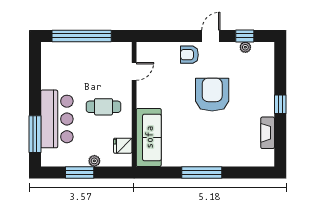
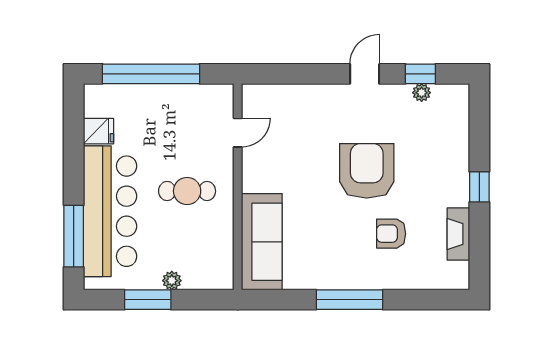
armchair: (189, 55) -> (391, 234), moved
bar counter: (57, 119) -> (110, 211), width x1.36
fridge: (123, 146) -> (99, 131), moved, turned 180

